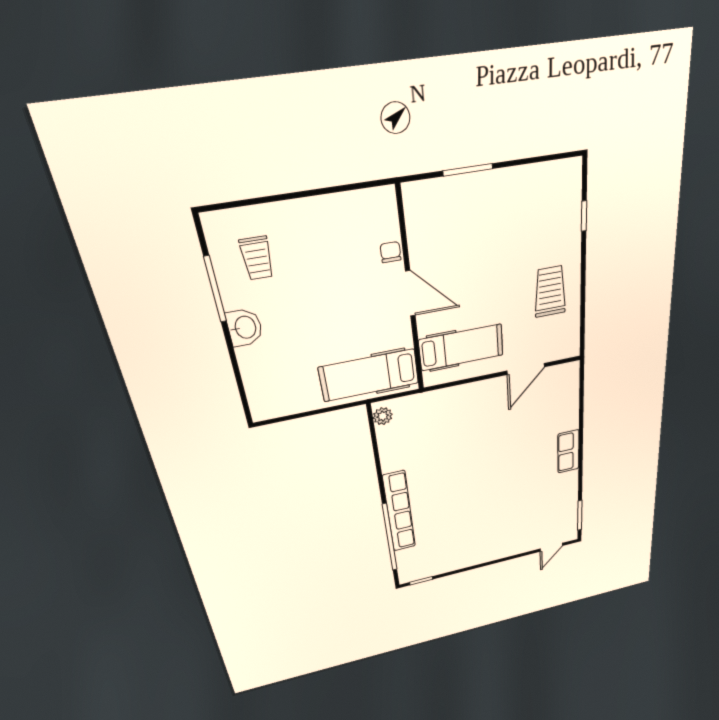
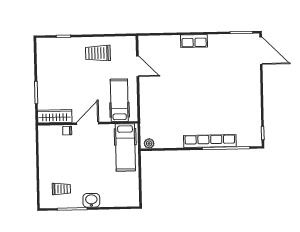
wardrobe: (419, 220) -> (55, 116), added
door: (551, 547) -> (261, 51), width x1.88

